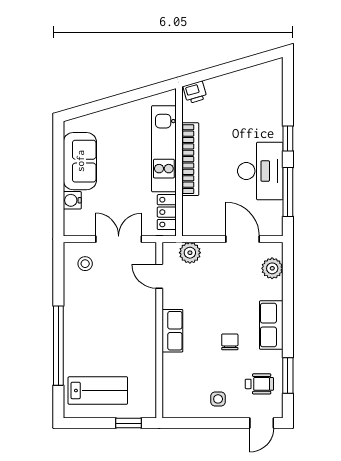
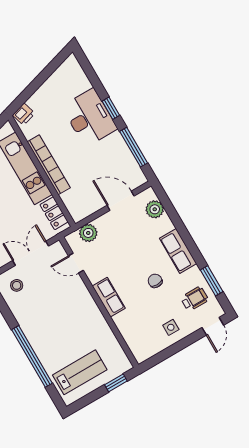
desk: (260, 171) -> (89, 118), moved

